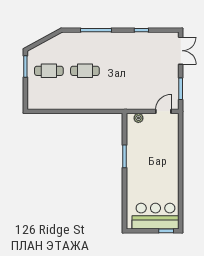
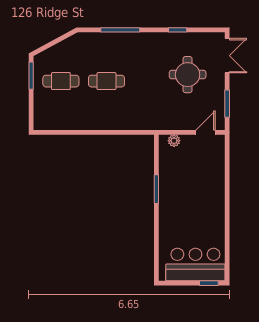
round table: (149, 66) -> (188, 75), added

